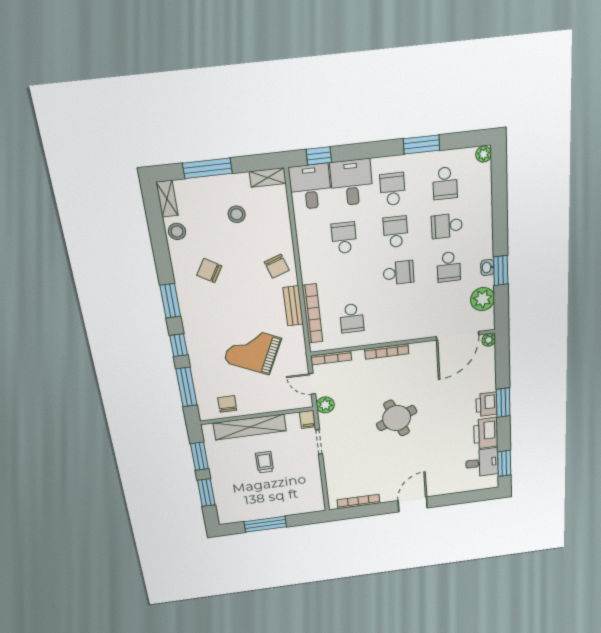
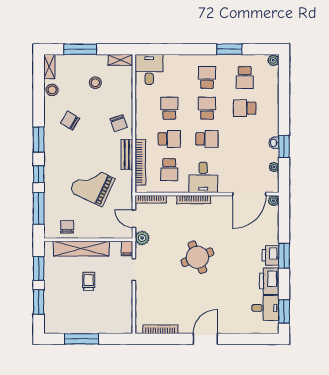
window: (319, 156) -> (157, 49), removed
desk: (352, 183) -> (203, 177), moved, turned 180
school desk: (449, 267) -> (169, 139), moved, turned -90
plant: (483, 299) -> (274, 167), width x0.53, depth x0.53

